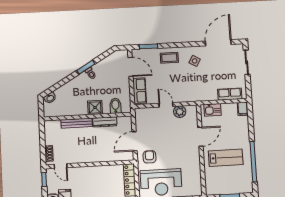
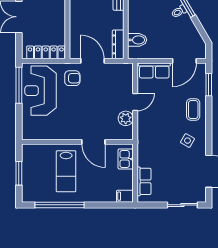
shower: (95, 108) -> (136, 15), removed
dresser: (105, 122) -> (118, 44), moved

